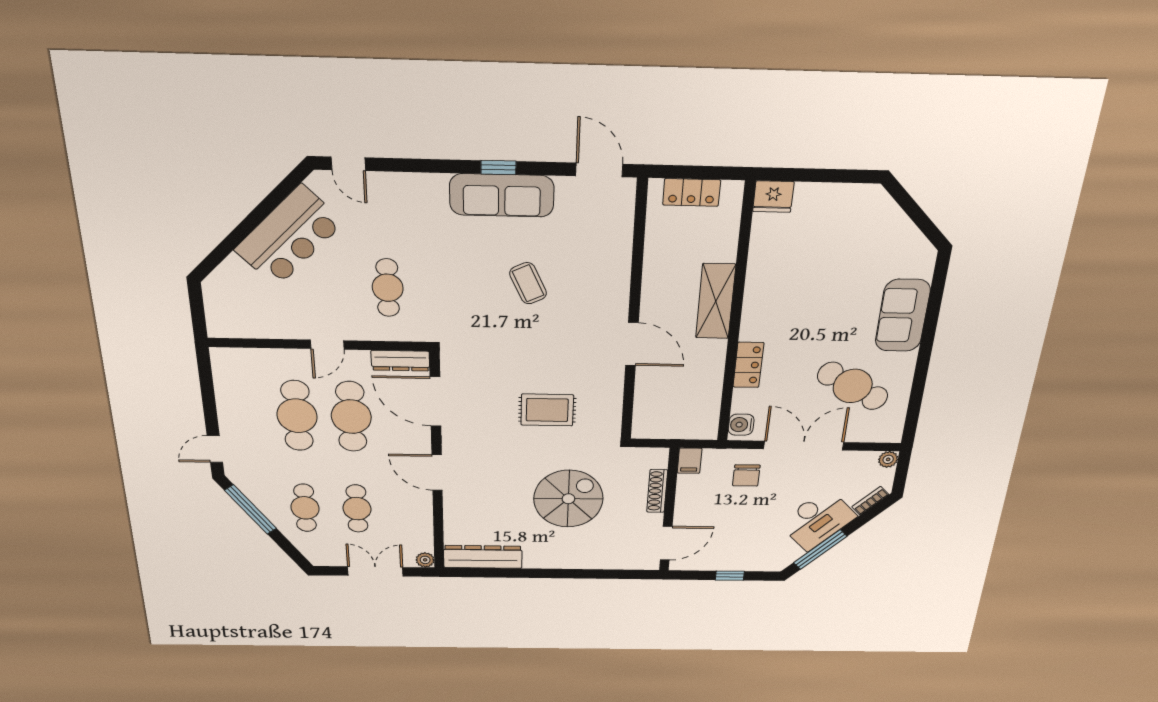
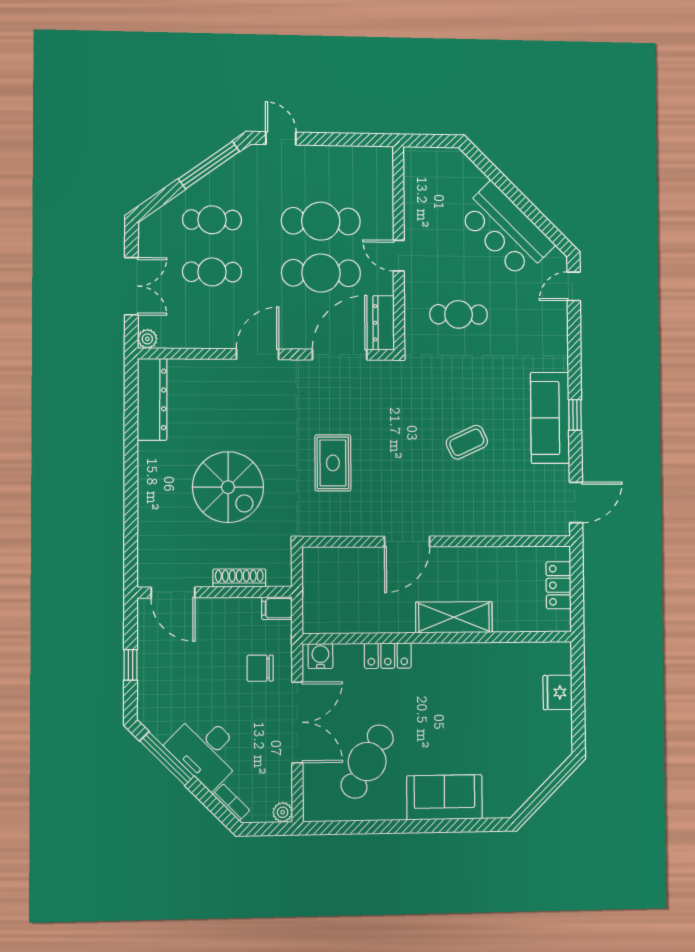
fridge: (773, 197) -> (558, 692), moved

